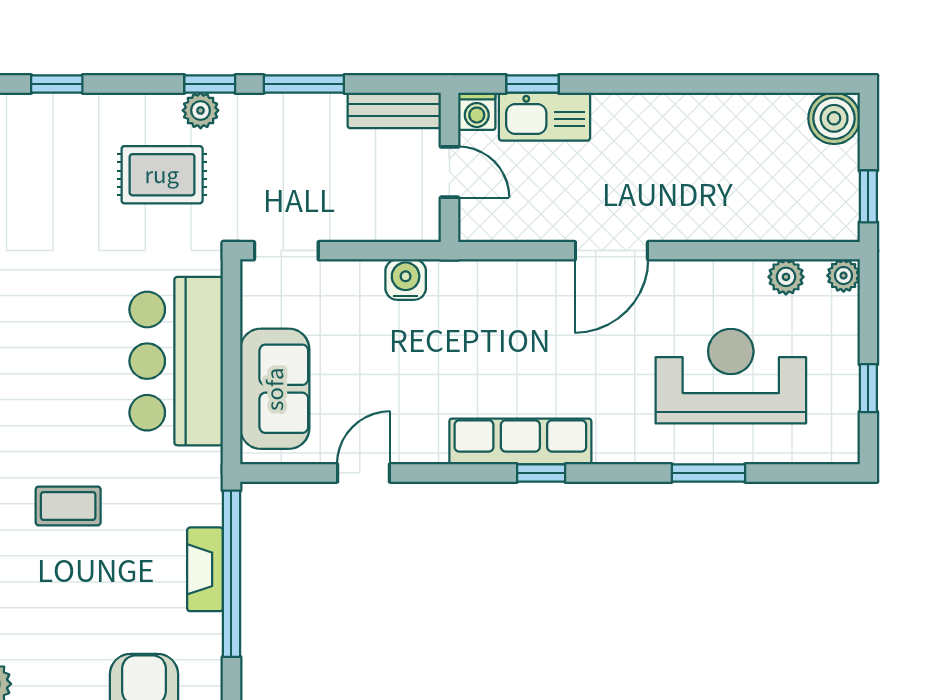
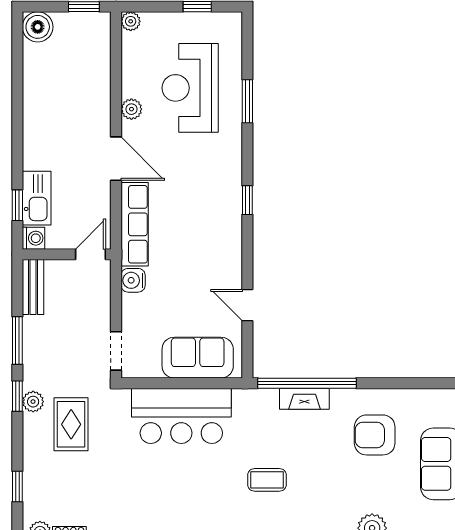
door: (449, 172) -> (91, 254), moved
plant: (786, 277) -> (131, 109), moved
row of seats: (520, 441) -> (135, 224), moved, turned 180
coffee table: (68, 506) -> (267, 480), turned 90

